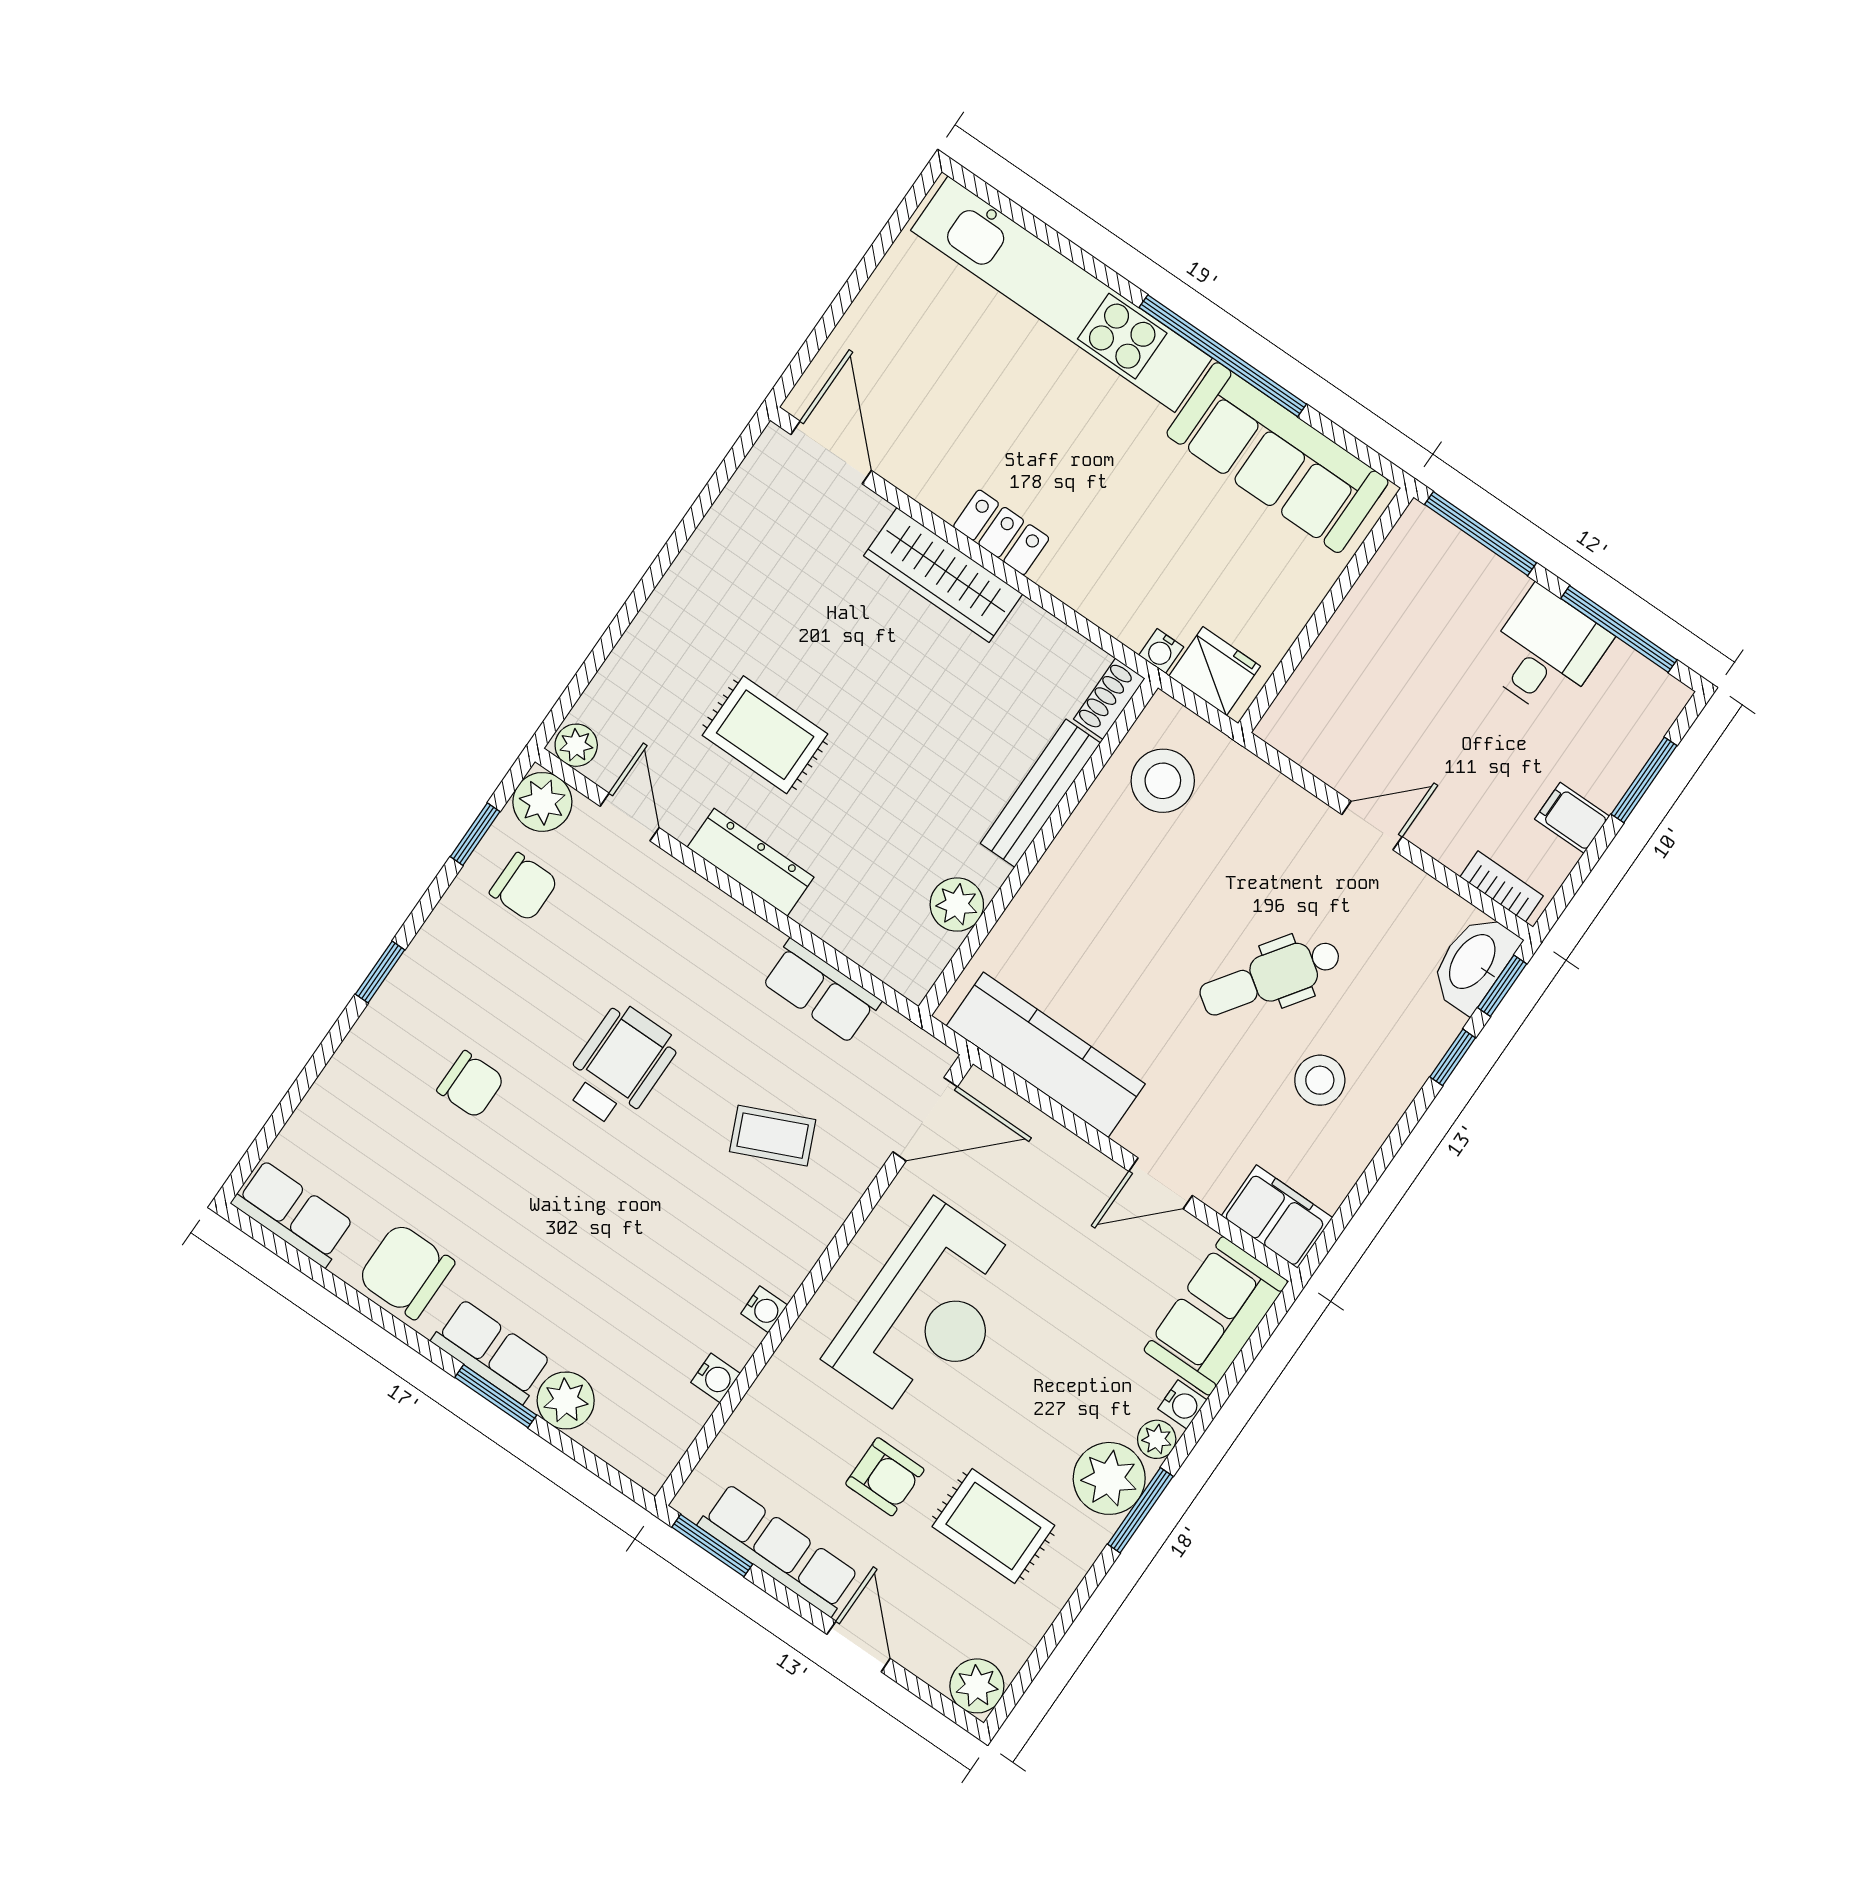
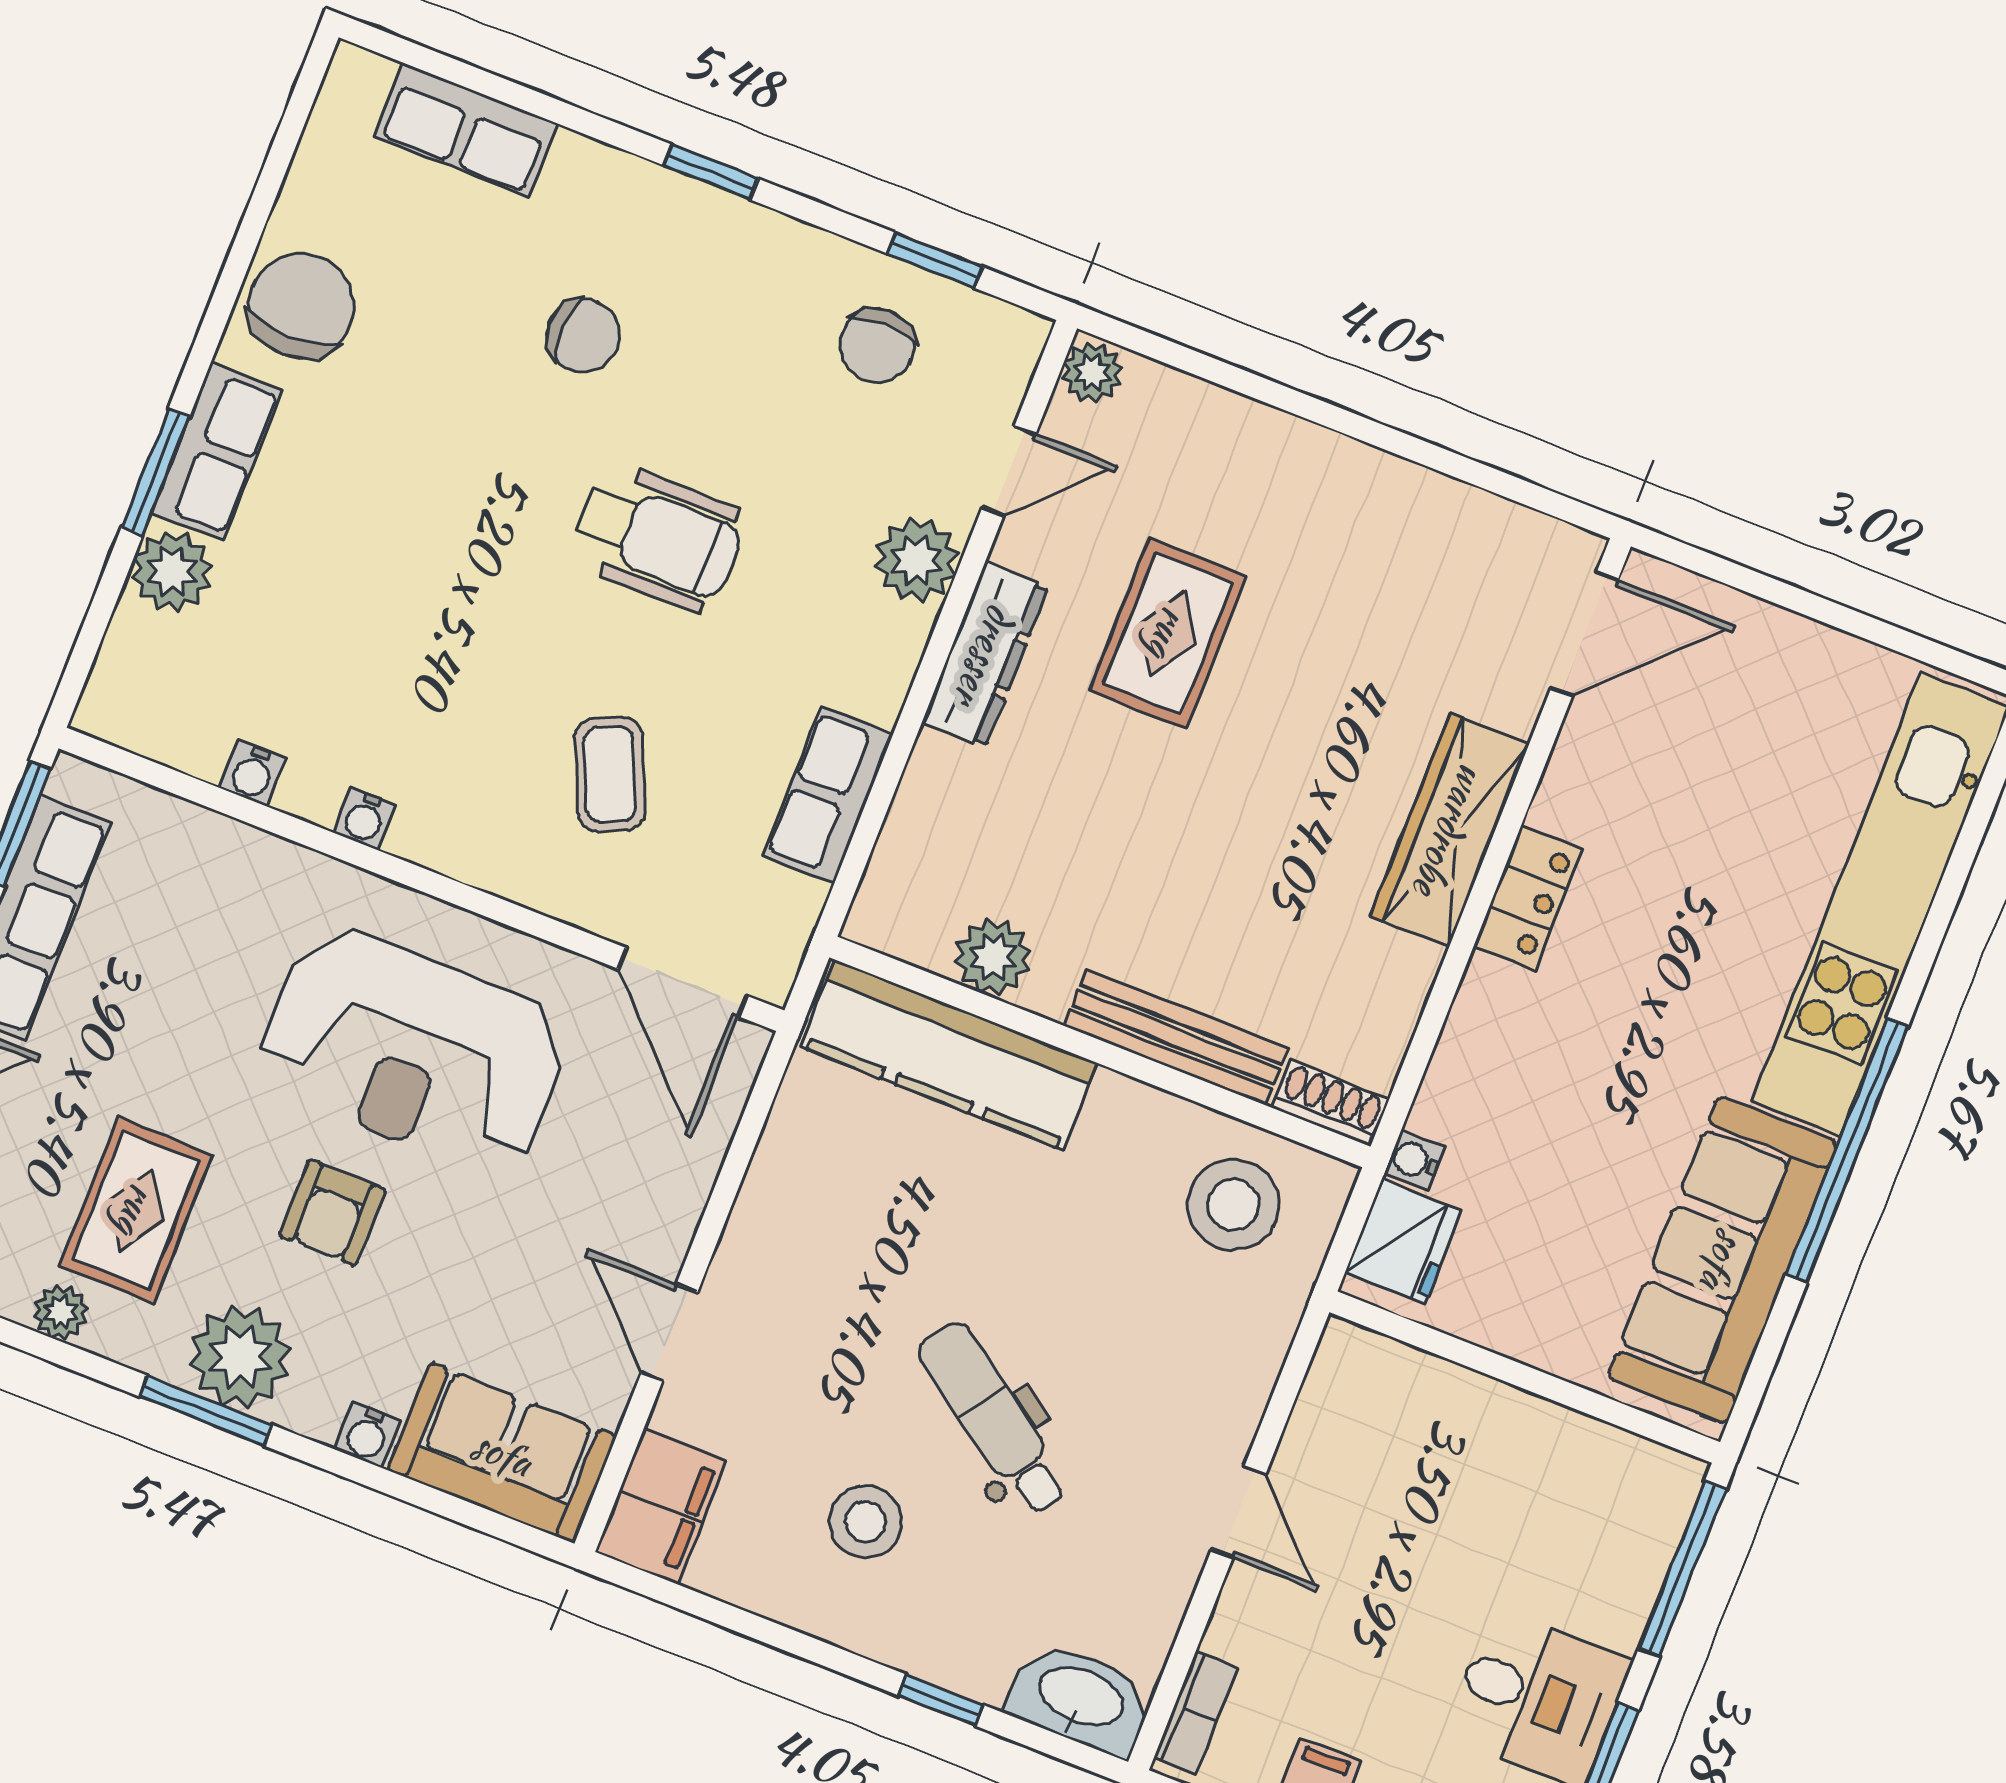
plant: (542, 802) -> (917, 560), moved
window: (1502, 986) -> (1057, 1746), removed
kitchen counter: (1046, 1055) -> (949, 1055), moved, turned 90
chair: (471, 1085) -> (583, 336), turned -90
row of seats: (293, 1213) -> (466, 130), moved, turned 90
plant: (1157, 1439) -> (61, 1312), moved
armchair: (885, 1477) -> (332, 1213), moved

